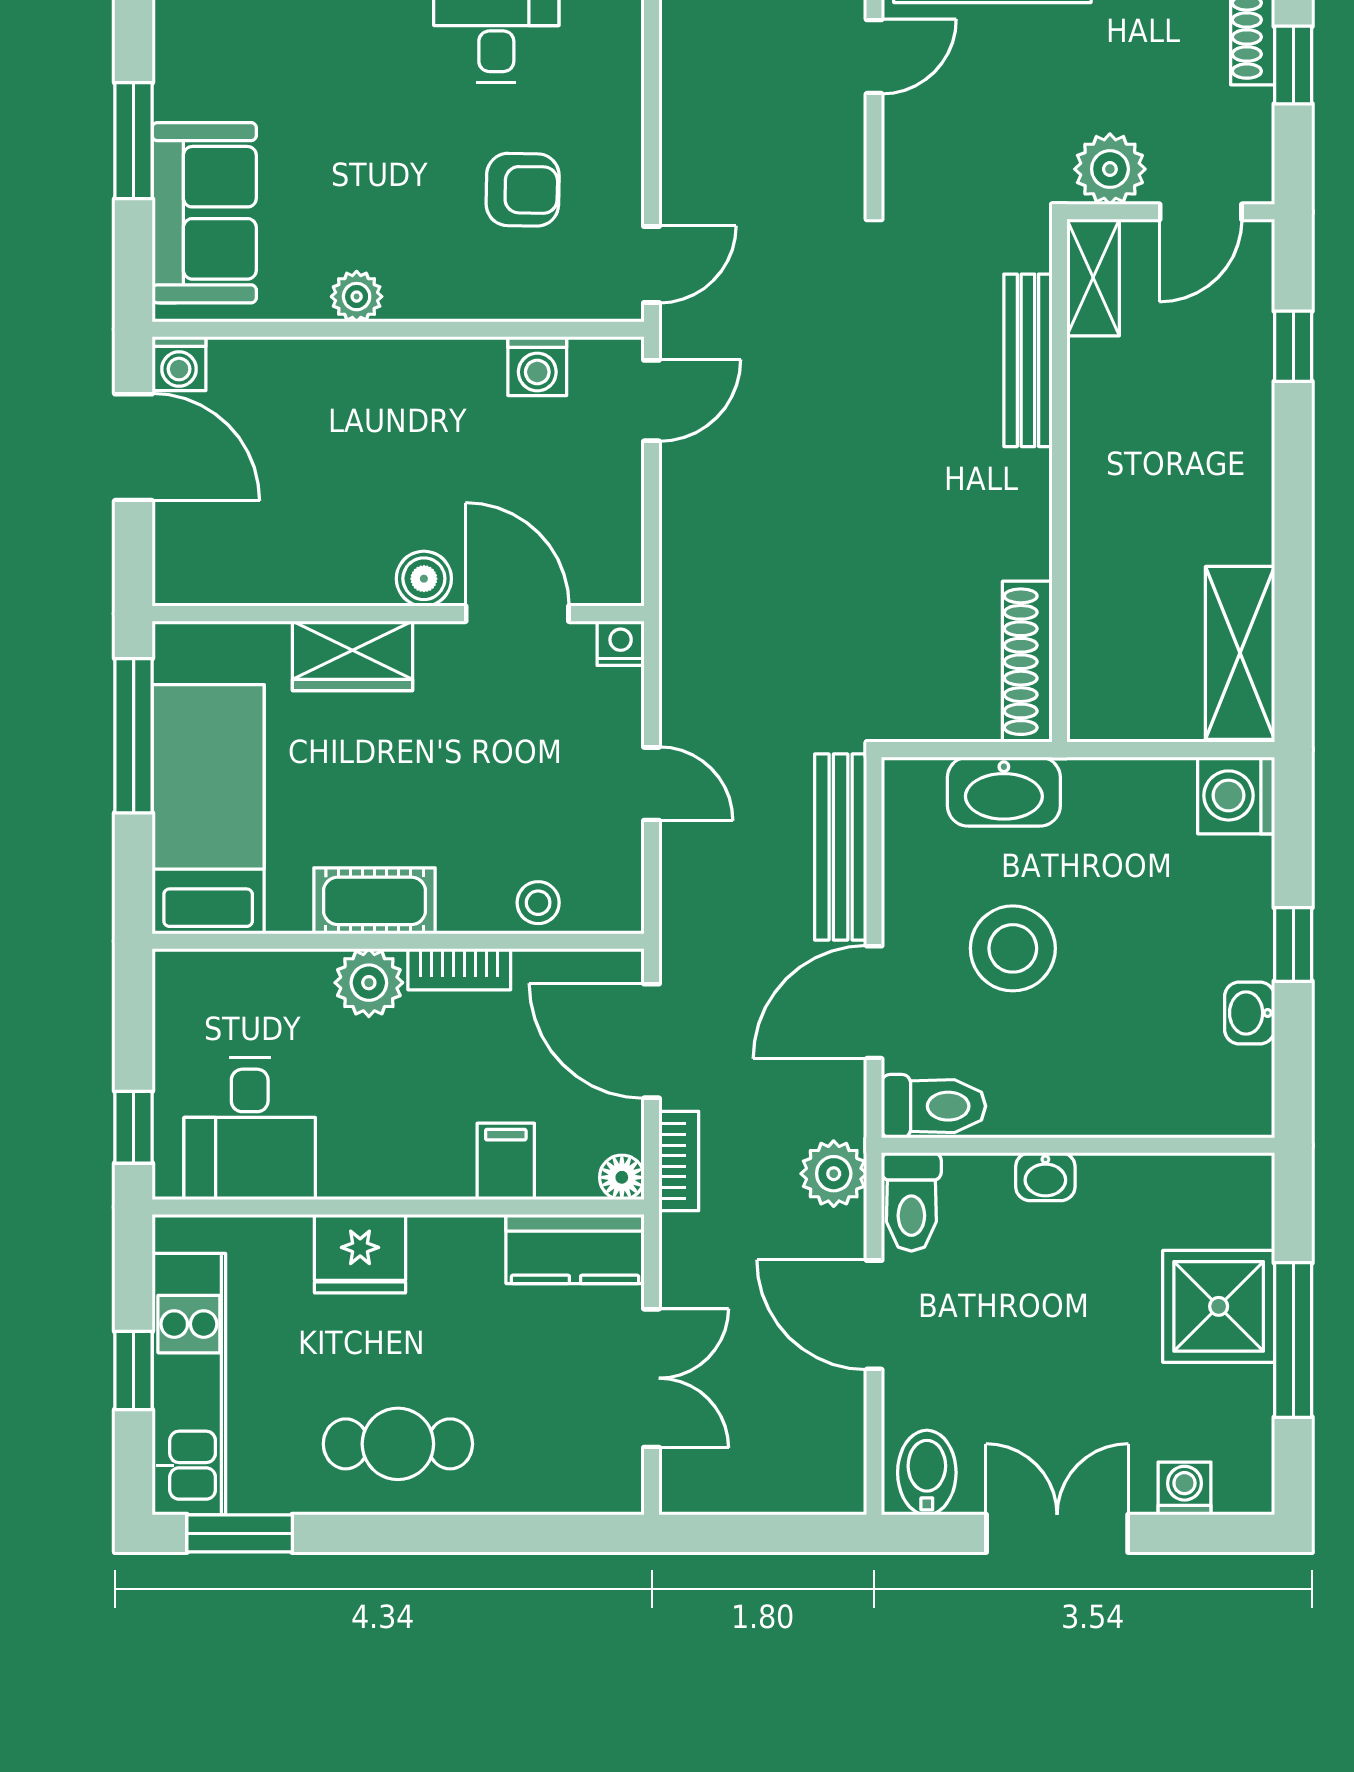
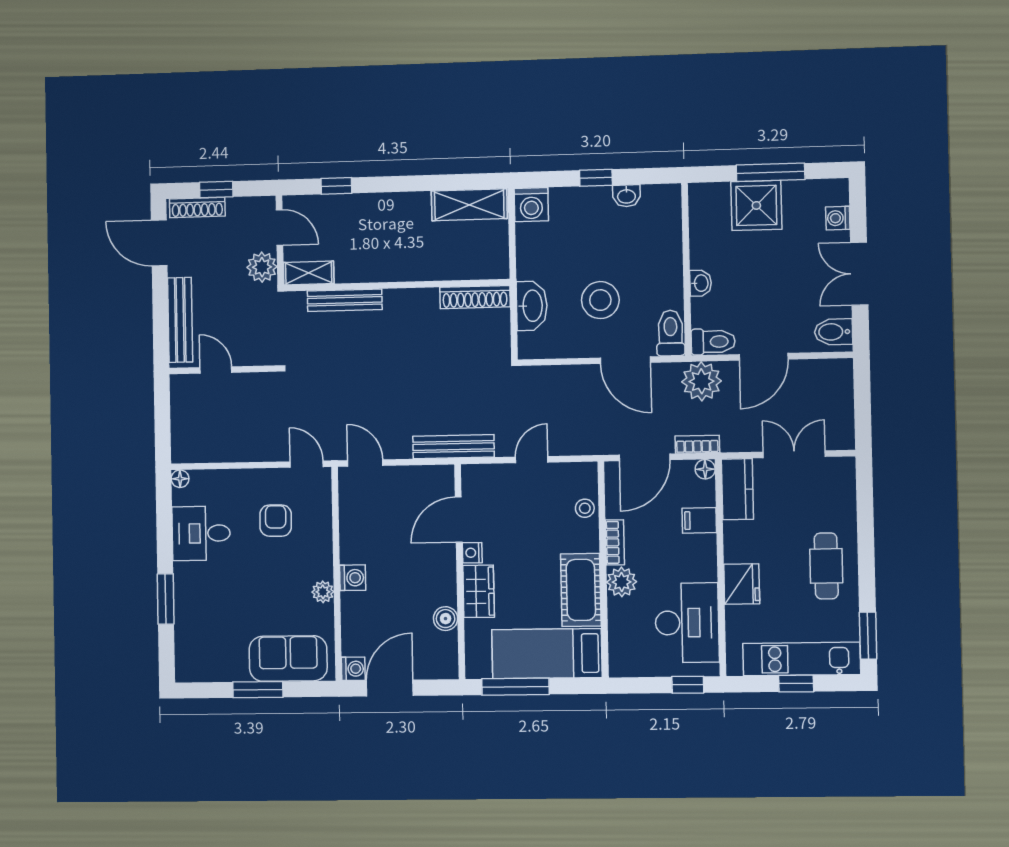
washing machine: (537, 366) -> (353, 578), moved
boiler: (424, 579) -> (446, 619), moved
nightstand: (621, 643) -> (472, 553), moved
bench: (841, 847) -> (453, 447), moved
cot: (375, 901) -> (581, 590), width x1.37, depth x1.34
desk: (250, 1129) -> (687, 623), width x1.37
plant: (834, 1174) -> (702, 381), width x1.36, depth x1.36

